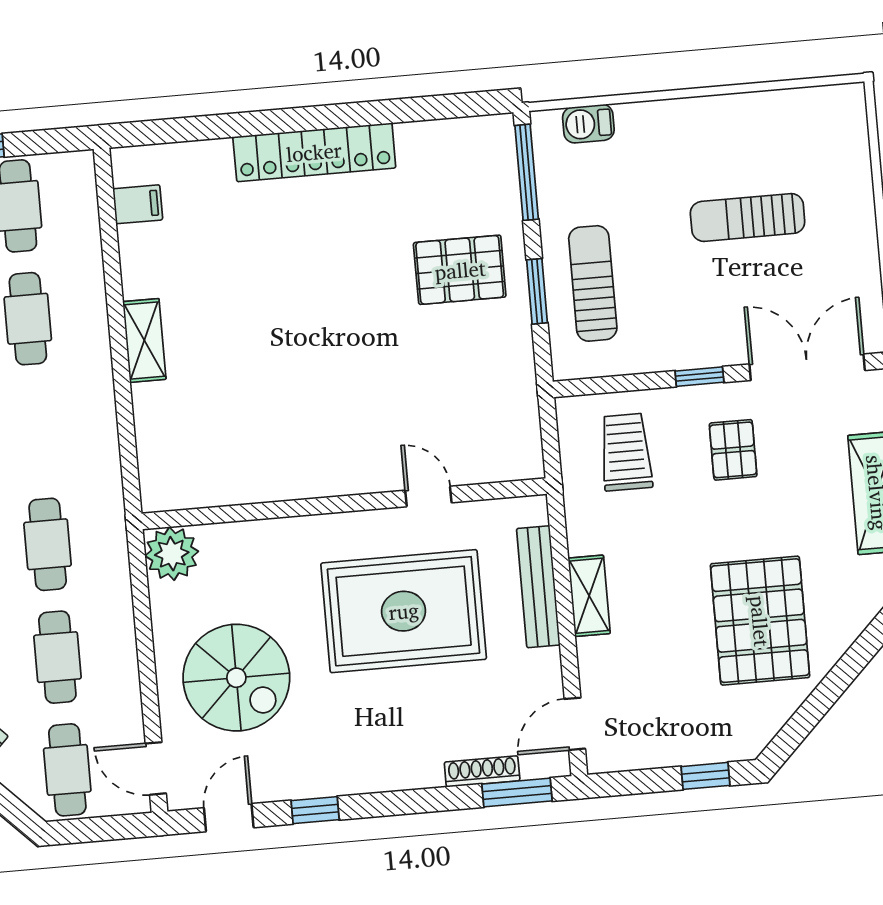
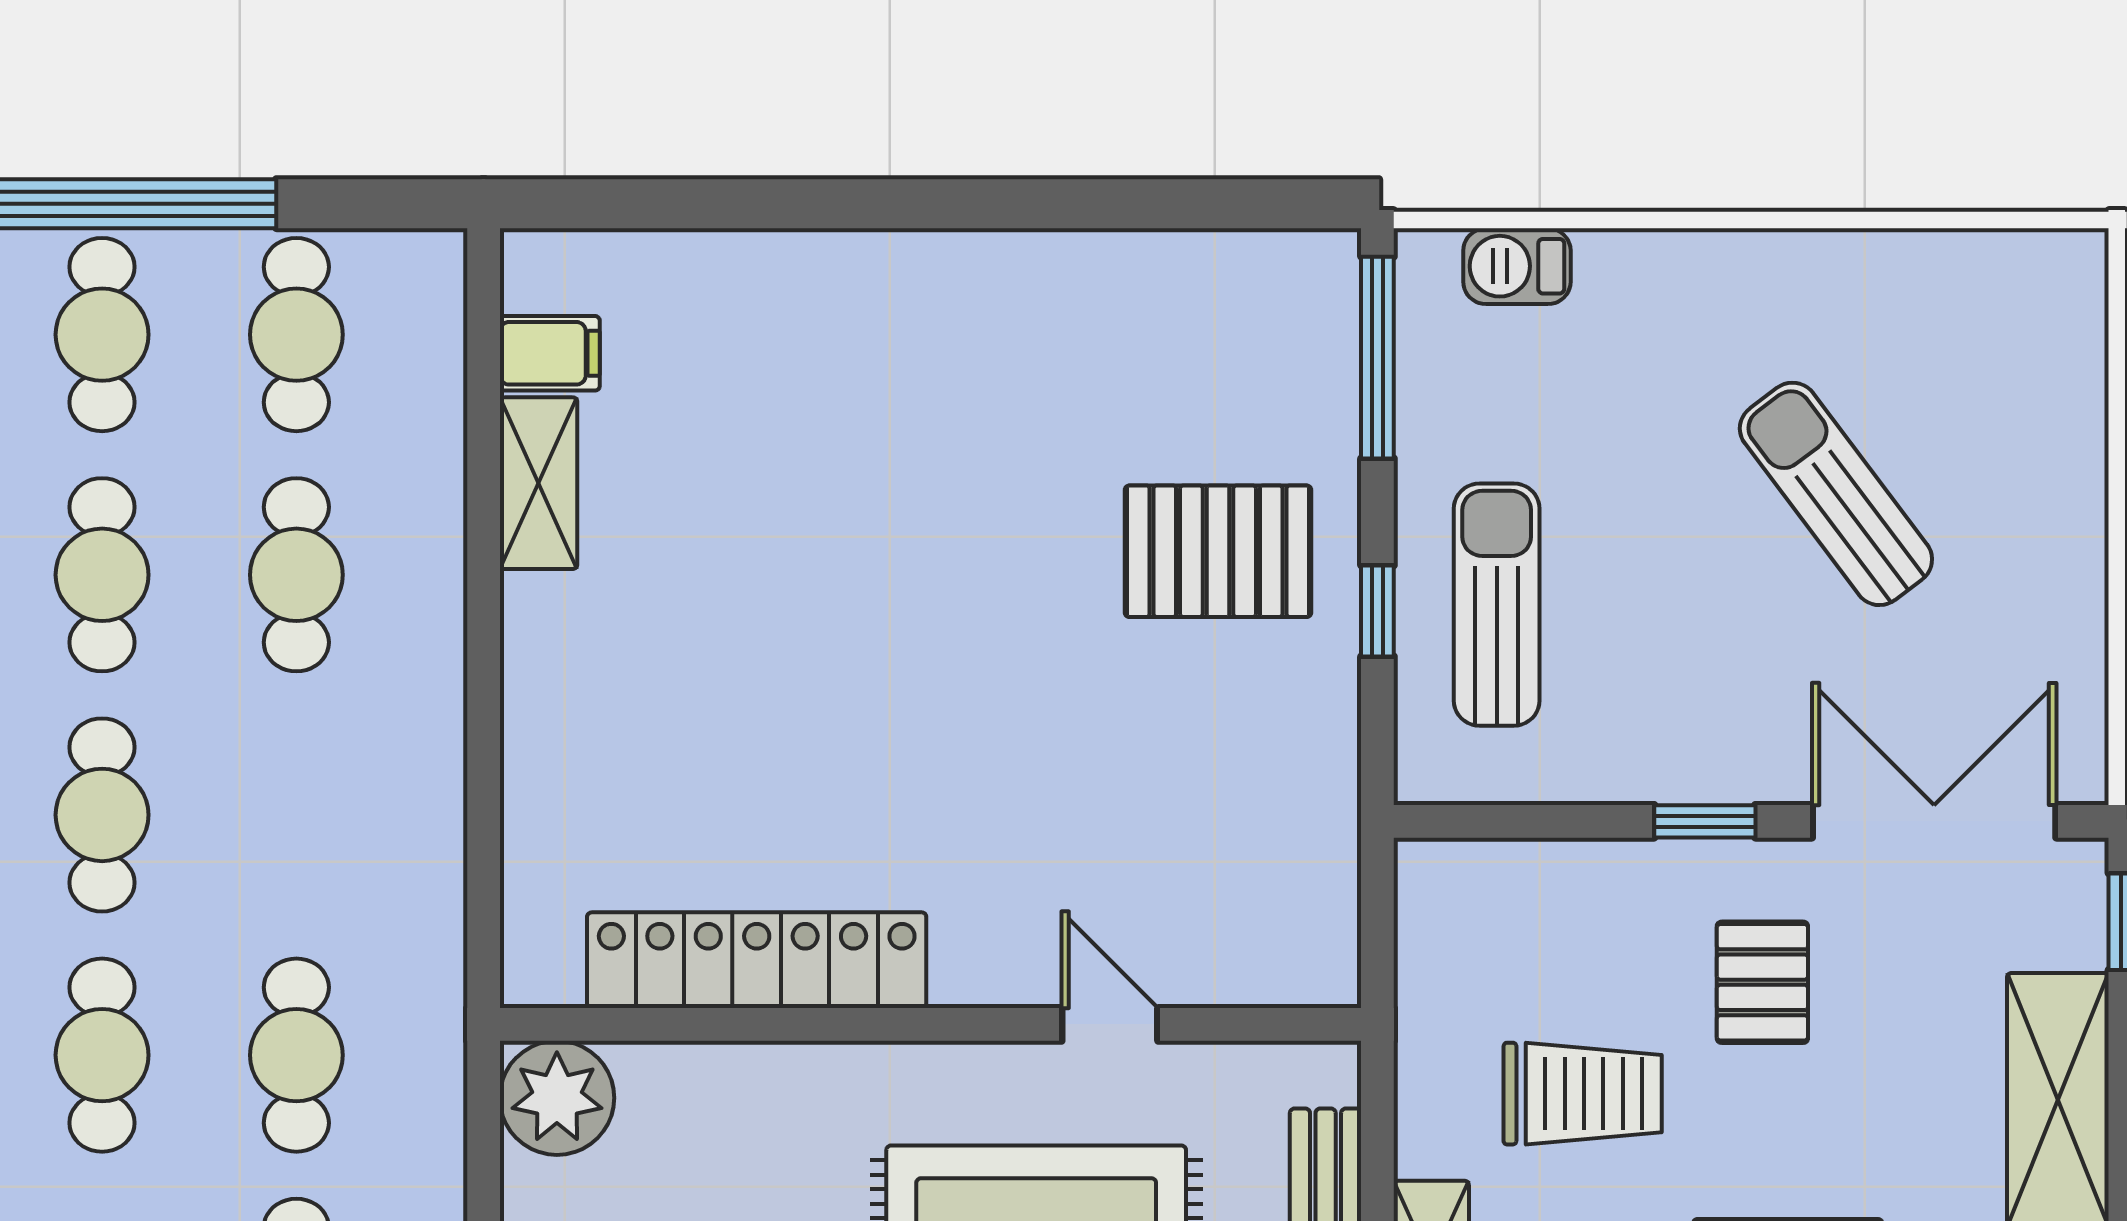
locker: (314, 152) -> (757, 960), moved, turned 180
sun lounger: (748, 217) -> (1836, 494), turned 53
window: (537, 291) -> (1377, 611), width x0.67
shelving: (144, 340) -> (539, 483), moved
trolley: (626, 452) -> (1583, 1094), moved, turned 90

